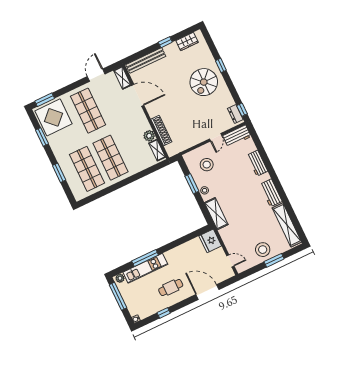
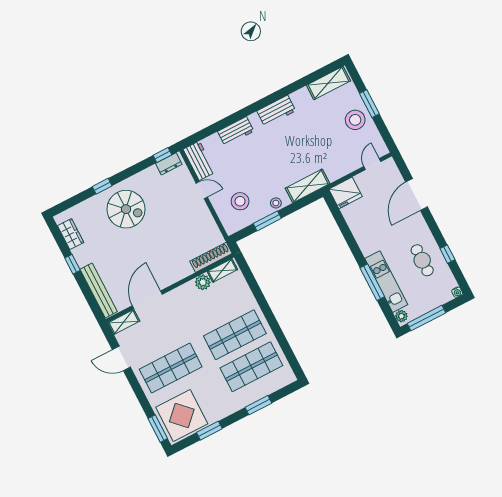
shoe rack: (161, 131) -> (211, 257), moved
shelving: (287, 225) -> (328, 83), width x0.68
cafe table: (171, 287) -> (422, 260), moved

